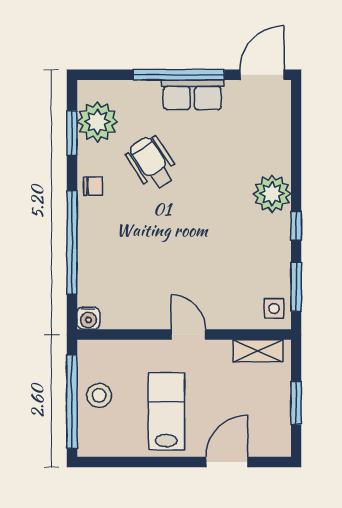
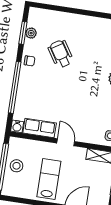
window: (179, 75) -> (81, 12), removed
row of seats: (192, 95) -> (40, 128), moved, turned 180
plant: (97, 122) -> (31, 33), width x0.53, depth x0.53

